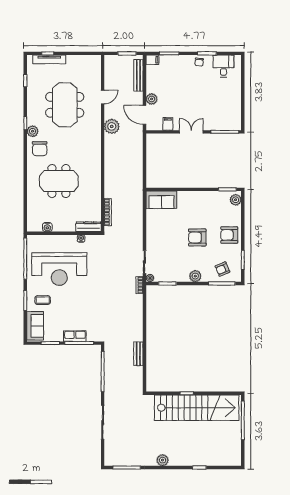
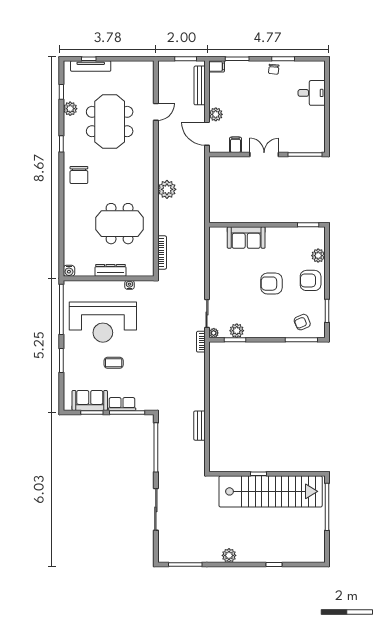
desk: (223, 66) -> (312, 93), moved, turned 90
plant: (112, 126) -> (167, 189), moved
plant: (33, 131) -> (70, 109), moved
meeting table: (59, 181) -> (120, 224), moved
sofa: (161, 200) -> (246, 238), moved
plant: (236, 200) -> (318, 256), moved
water cooler: (47, 227) -> (69, 271), moved
dresser: (88, 227) -> (110, 270), moved
plant: (195, 276) -> (237, 331), moved
coffee table: (43, 300) -> (114, 363), moved
sofa: (35, 326) -> (90, 400), moved, turned -90

